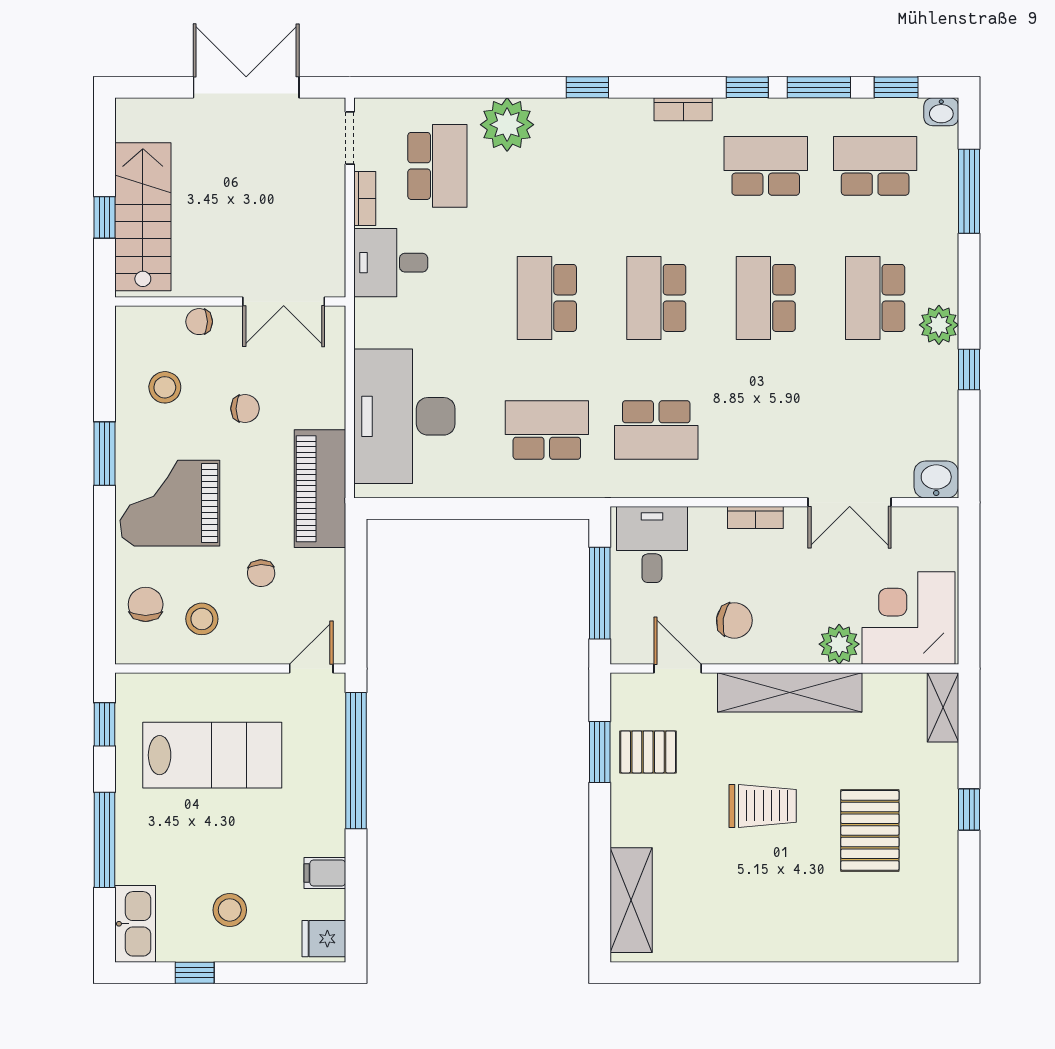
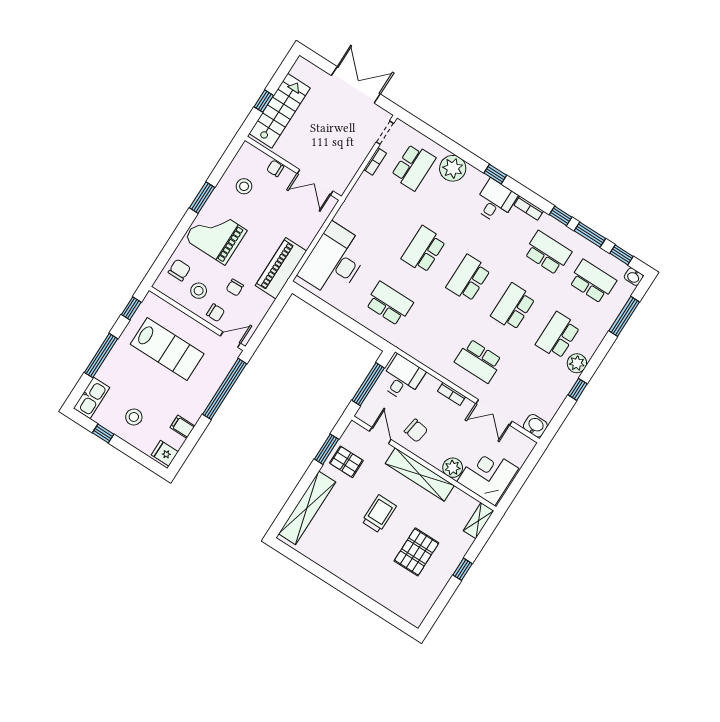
desk: (391, 263) -> (495, 201), moved, turned 90
chair: (245, 409) -> (216, 313), moved
school desk: (656, 430) -> (479, 361), moved
trolley: (763, 806) -> (379, 514), turned -90
shelving: (631, 900) -> (307, 508), width x1.47

